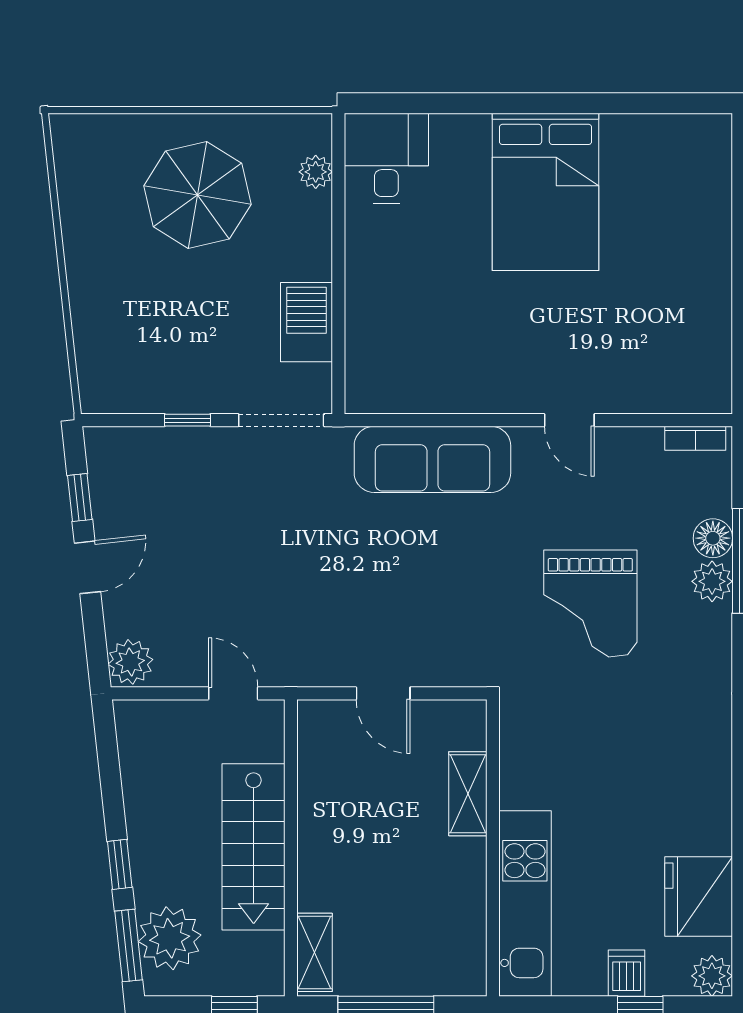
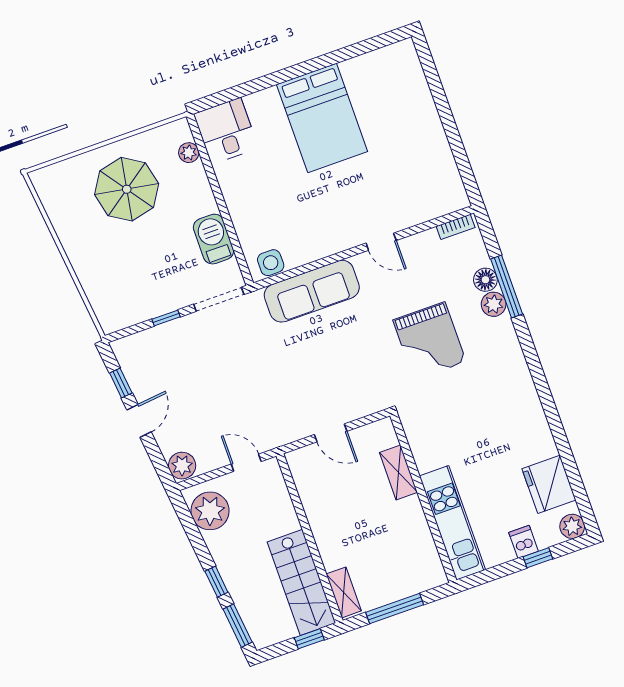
side table: (384, 391) -> (271, 263), added
stairs: (254, 847) -> (301, 582), moved
plant: (170, 938) -> (210, 511), moved

